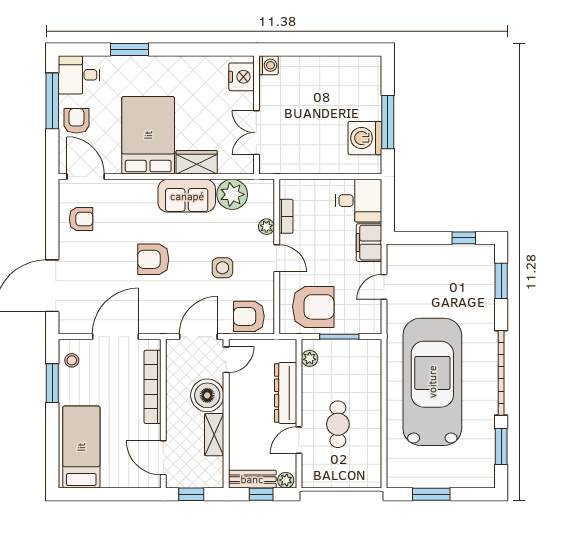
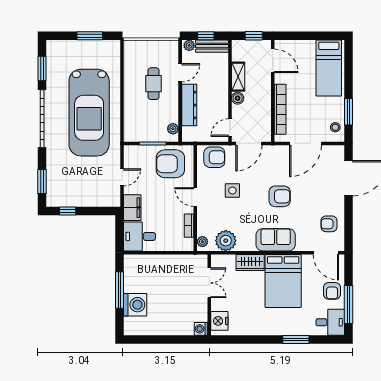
washing machine: (365, 138) -> (135, 305), moved
sofa: (187, 196) -> (276, 240), moved
plant: (266, 227) -> (202, 242), moved
boiler: (207, 395) -> (238, 98), width x0.54, depth x0.54

